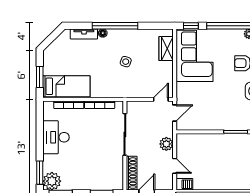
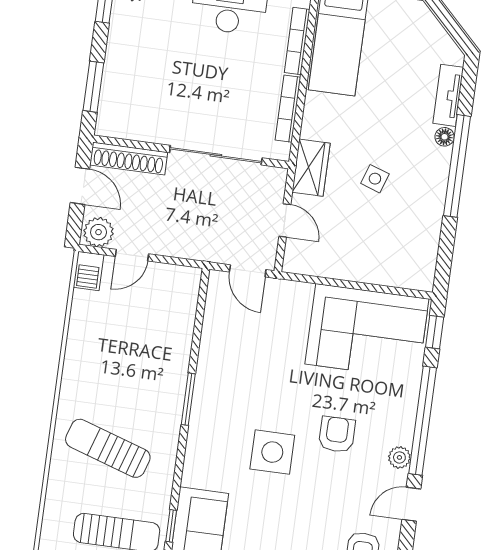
wardrobe: (166, 49) -> (311, 168), moved, turned 90
door: (161, 99) -> (285, 220), moved
plant: (166, 144) -> (99, 232), moved

